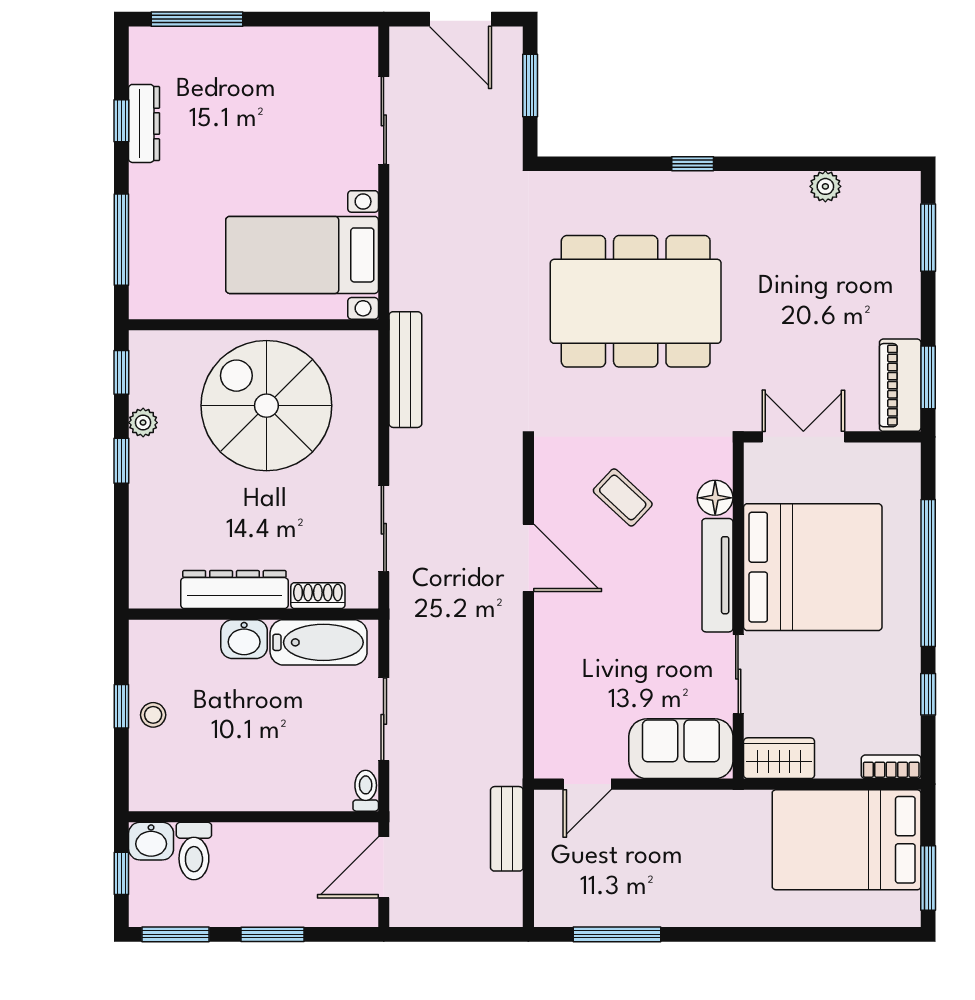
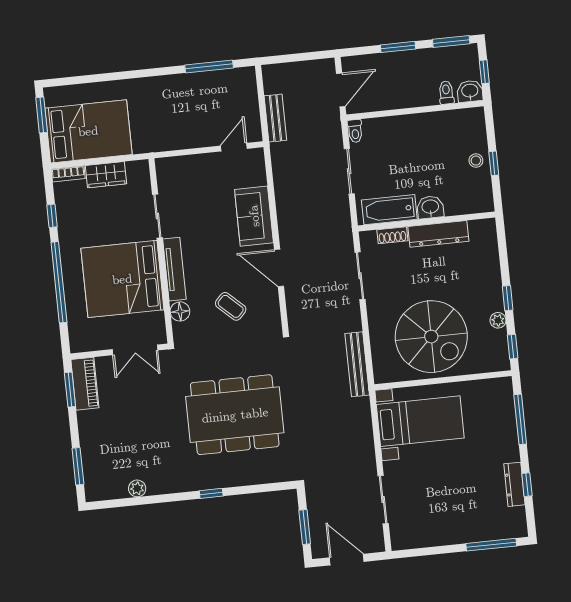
sofa: (681, 749) -> (254, 216), moved, turned 90
wardrobe: (779, 758) -> (106, 175), moved
toilet: (194, 851) -> (446, 93), width x0.73, depth x0.72

